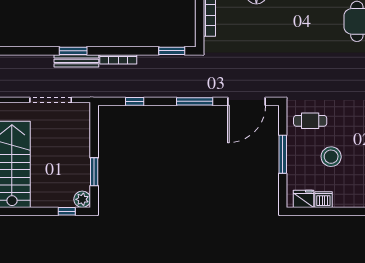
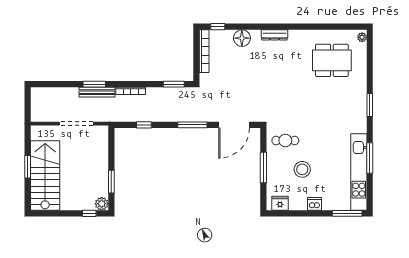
dishwasher: (323, 200) -> (315, 204), moved

